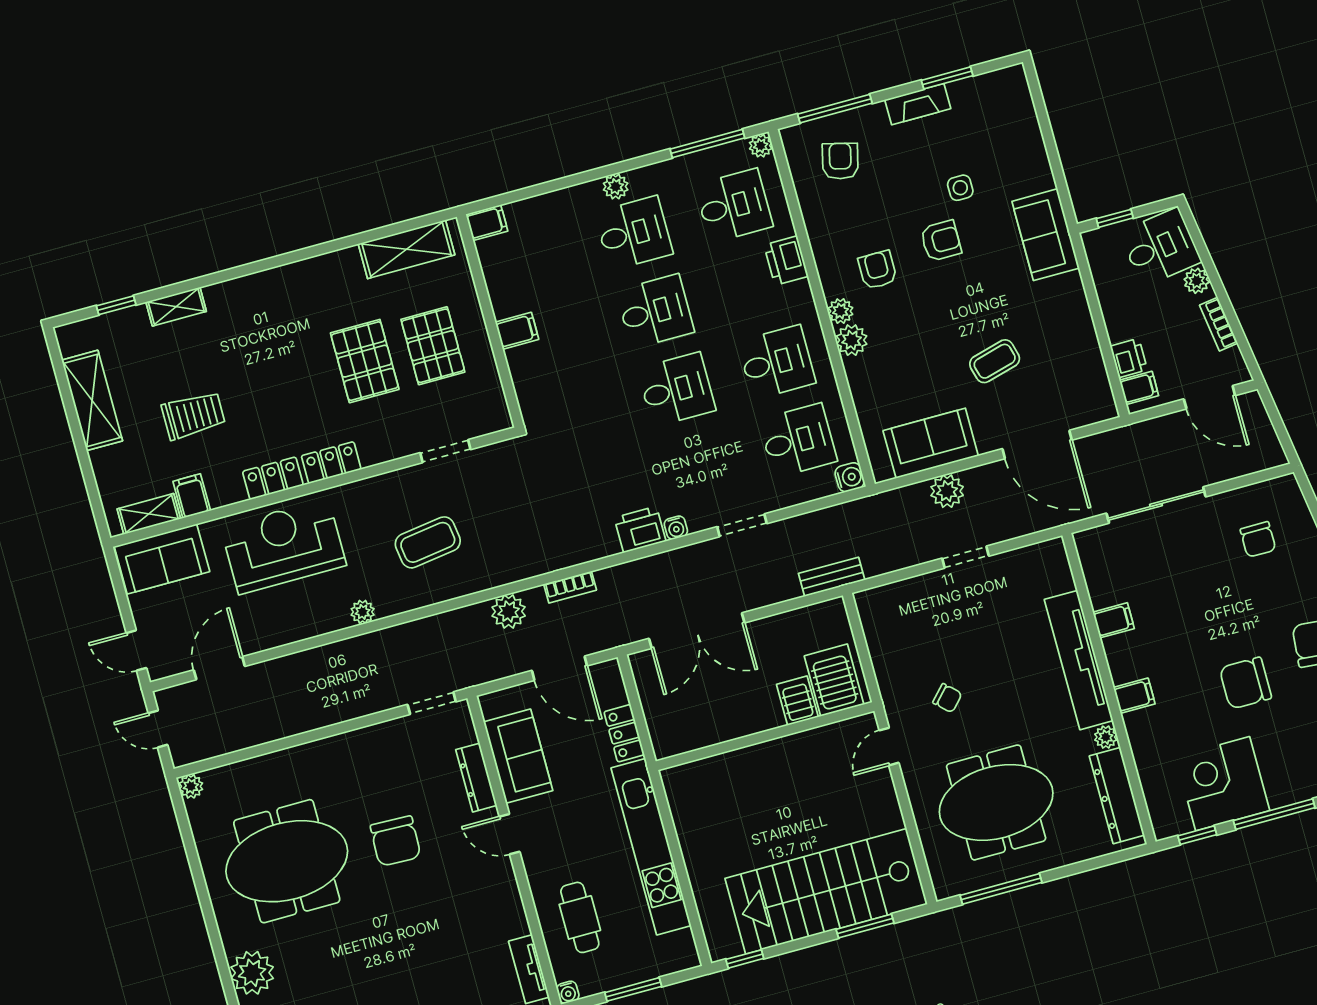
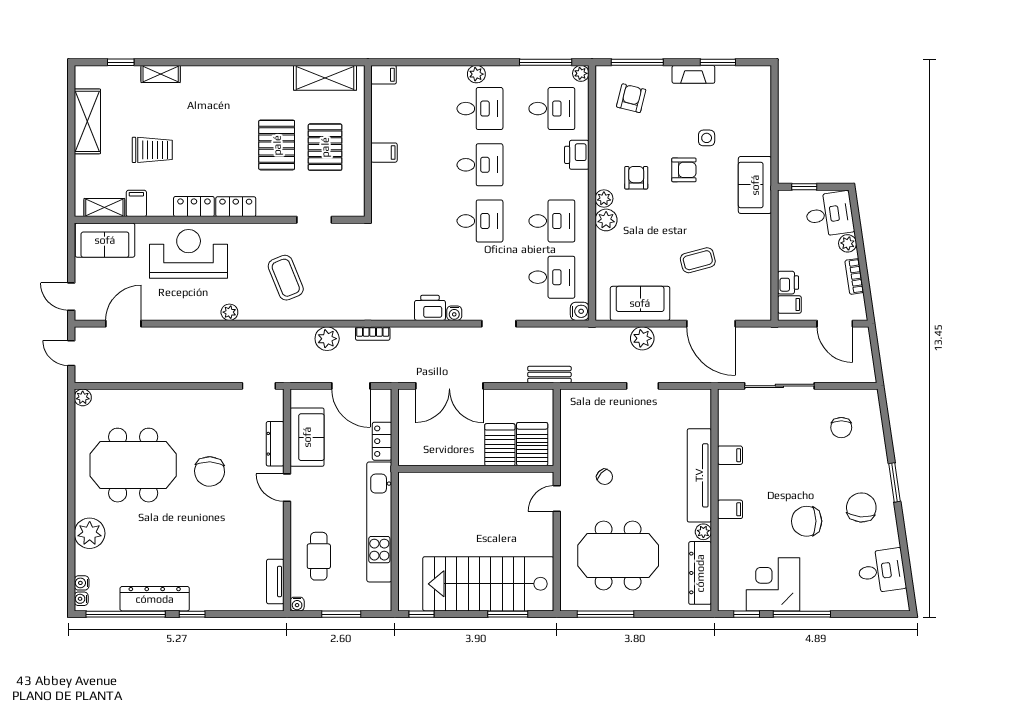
coffee table: (428, 542) -> (286, 278), turned 76
server rack: (797, 701) -> (500, 445), width x1.36, depth x1.44

